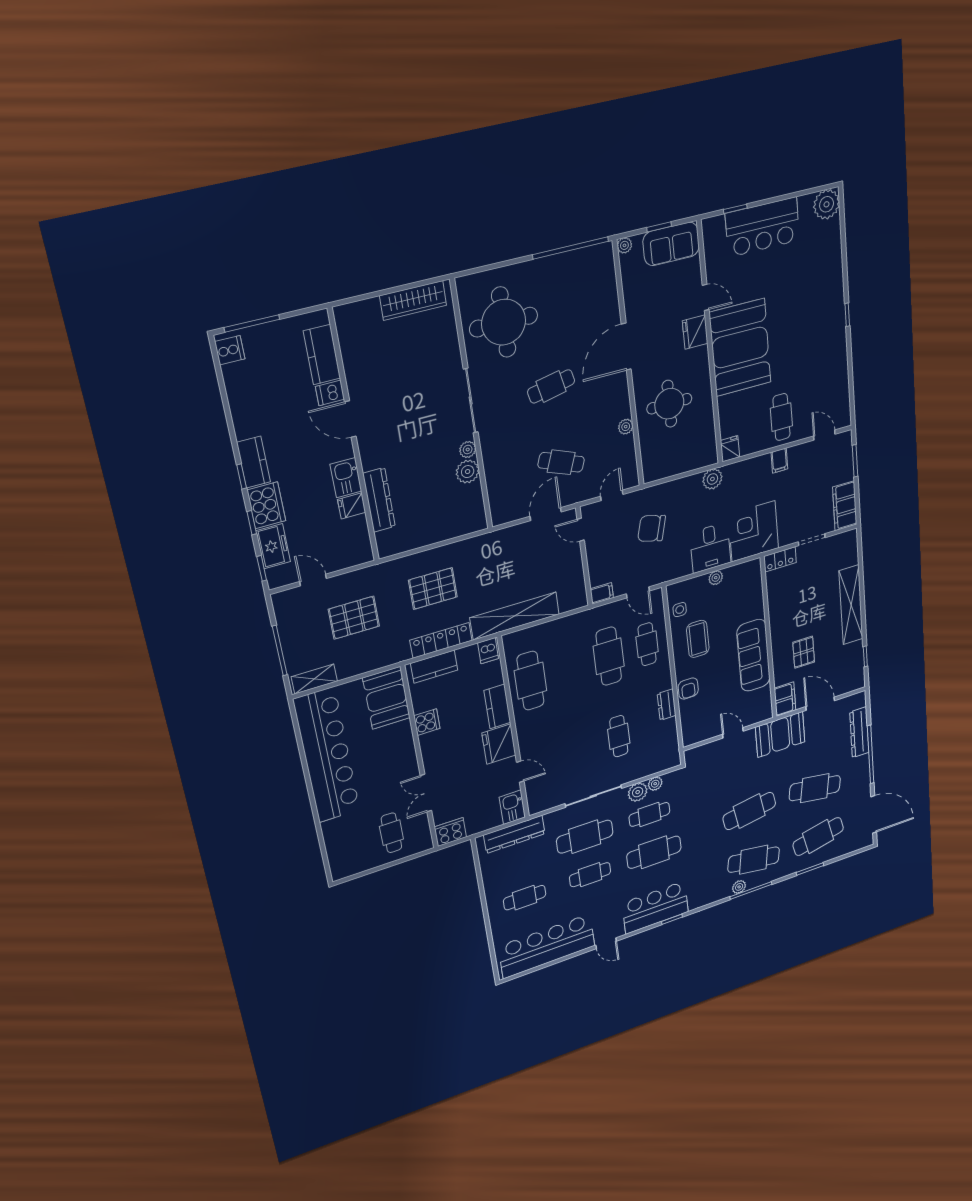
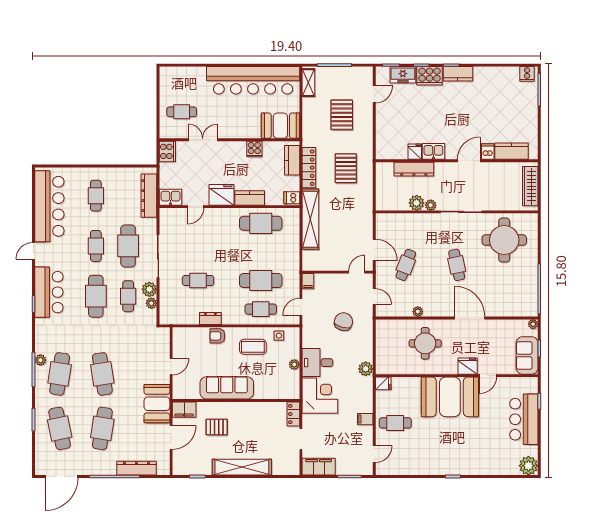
kitchen counter: (322, 355) -> (512, 151), moved
dishwasher: (330, 393) -> (488, 152), moved
door: (350, 419) -> (469, 161), moved
wall: (354, 438) -> (457, 161), moved
kitchen sink: (346, 478) -> (433, 151), moved
dresser: (379, 500) -> (414, 169), moved
fridge: (352, 506) -> (415, 152), moved

